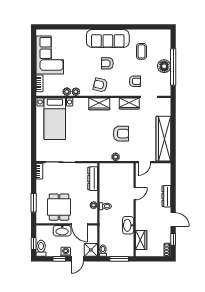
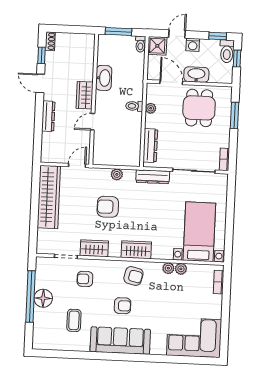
corner sofa: (50, 55) -> (194, 337), moved, turned 90
dresser: (90, 156) -> (153, 177), added
wardrobe: (141, 240) -> (85, 95), moved
window: (59, 259) -> (218, 36), moved

